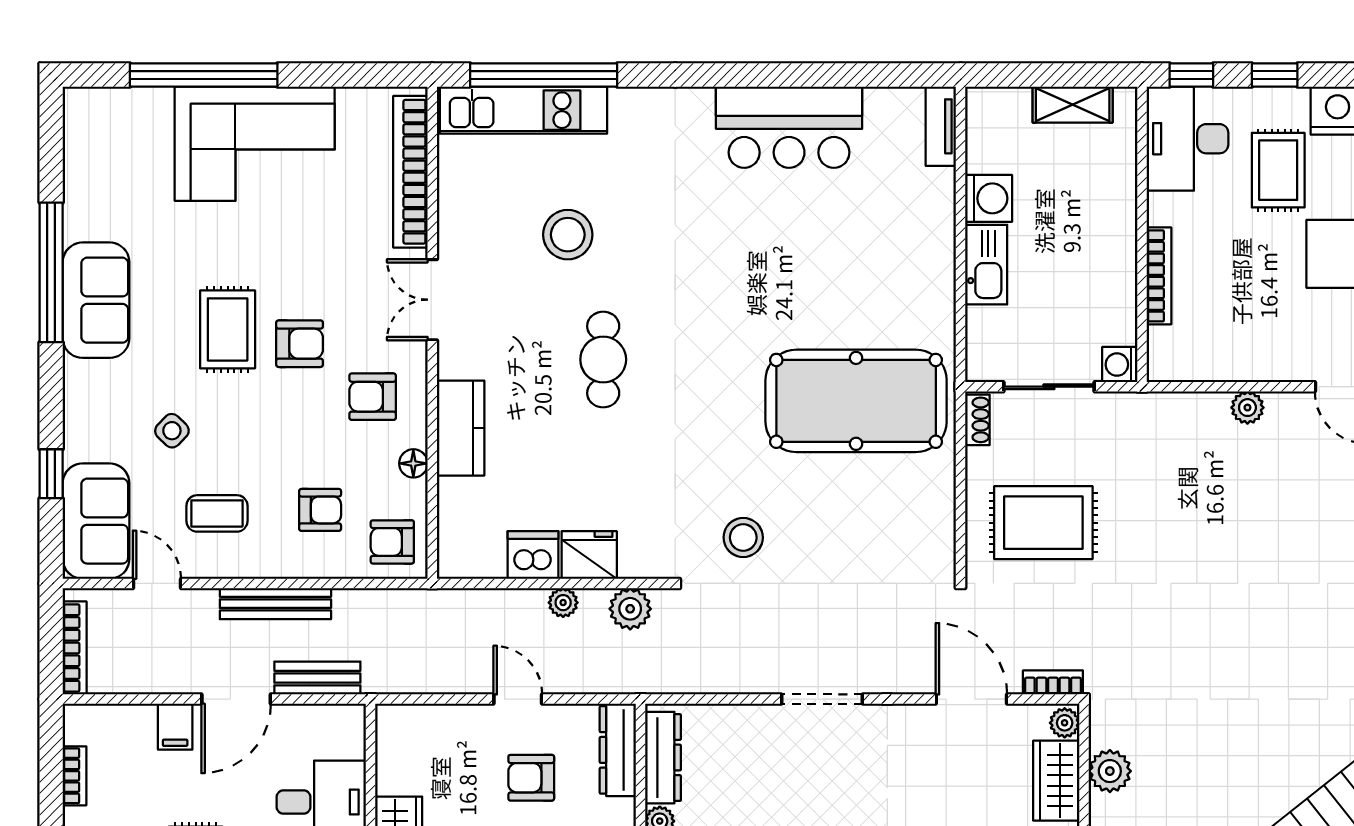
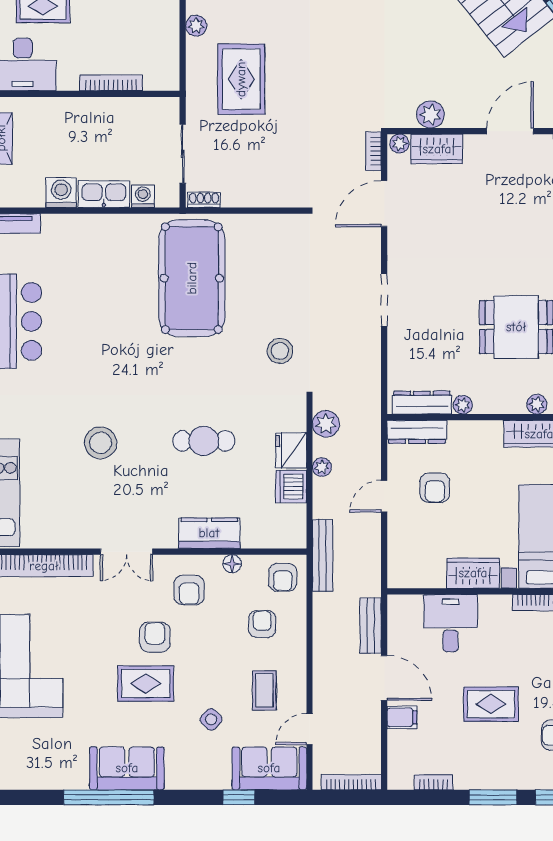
stool: (568, 235) -> (101, 443), moved
cafe table: (603, 360) -> (204, 441), moved
washing machine: (1120, 365) -> (143, 196), moved, turned 180
rug: (1043, 523) -> (241, 79), moved
bench: (275, 604) -> (323, 555), moved

